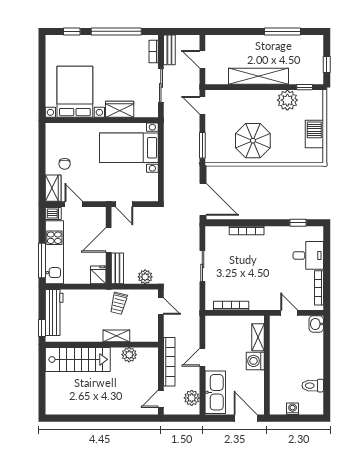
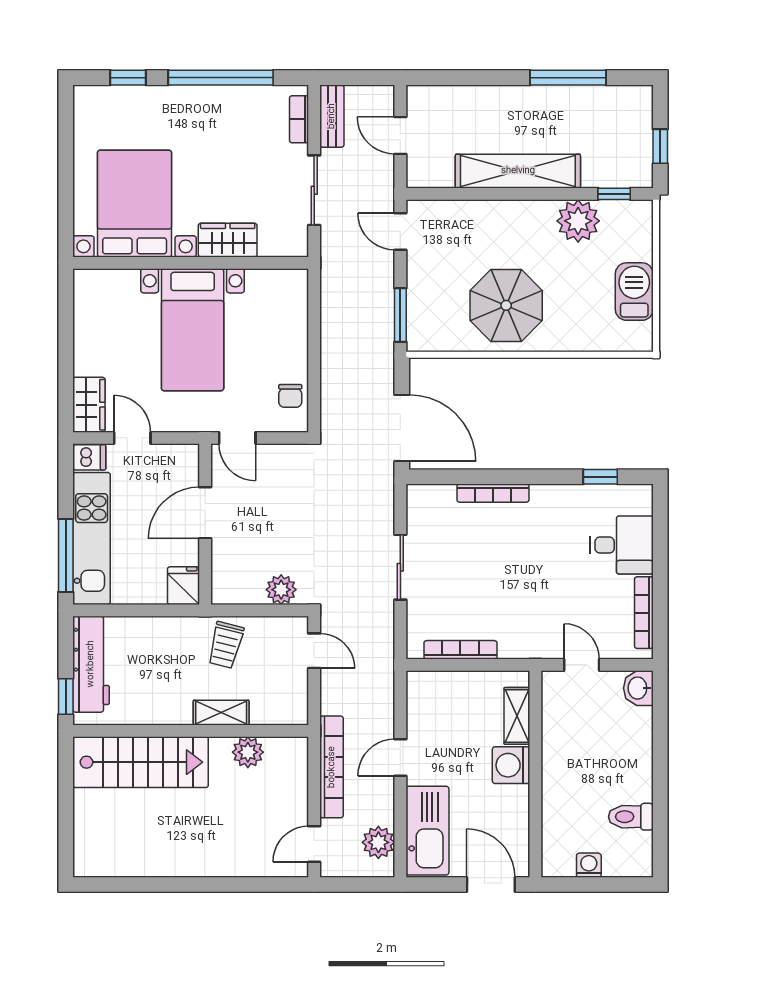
bed with nightstands: (129, 148) -> (193, 330), moved, turned -90
chair: (65, 164) -> (290, 396), moved
bench: (117, 268) -> (223, 572), removed

